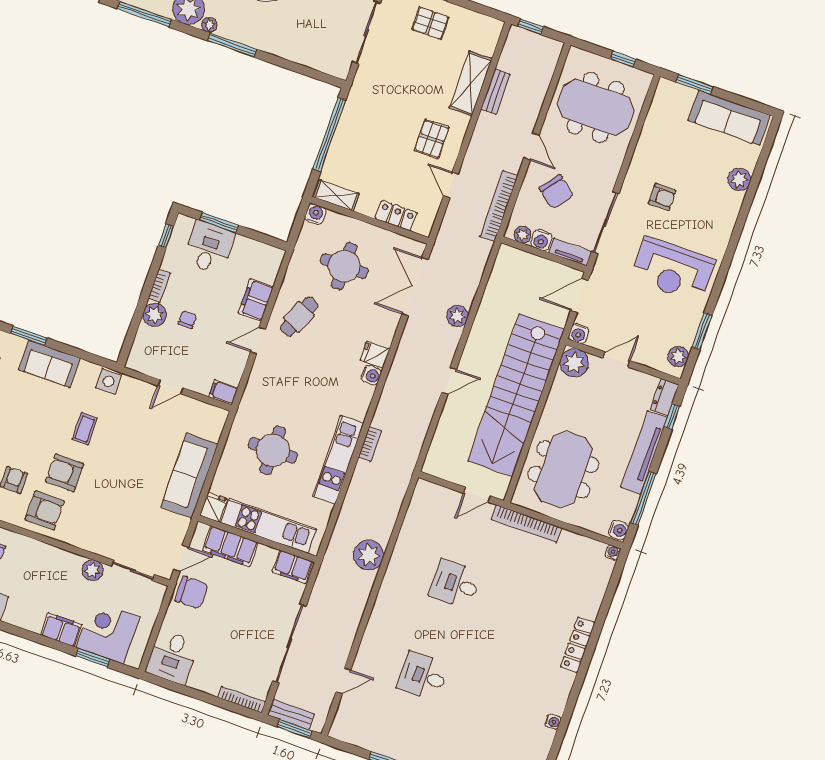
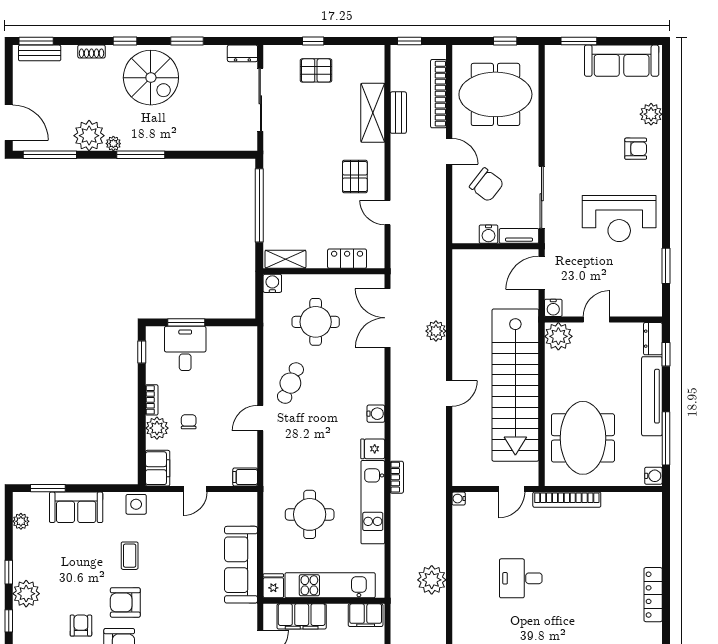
armchair: (662, 197) -> (636, 149), moved
bookcase: (499, 206) -> (438, 94), moved
plant: (523, 235) -> (470, 235), removed
filing cabinet: (256, 300) -> (158, 468), moved, turned 180
fridge: (375, 355) -> (373, 449), moved
plant: (678, 357) -> (652, 297), removed
water cooler: (613, 553) -> (459, 499), moved, turned -90

